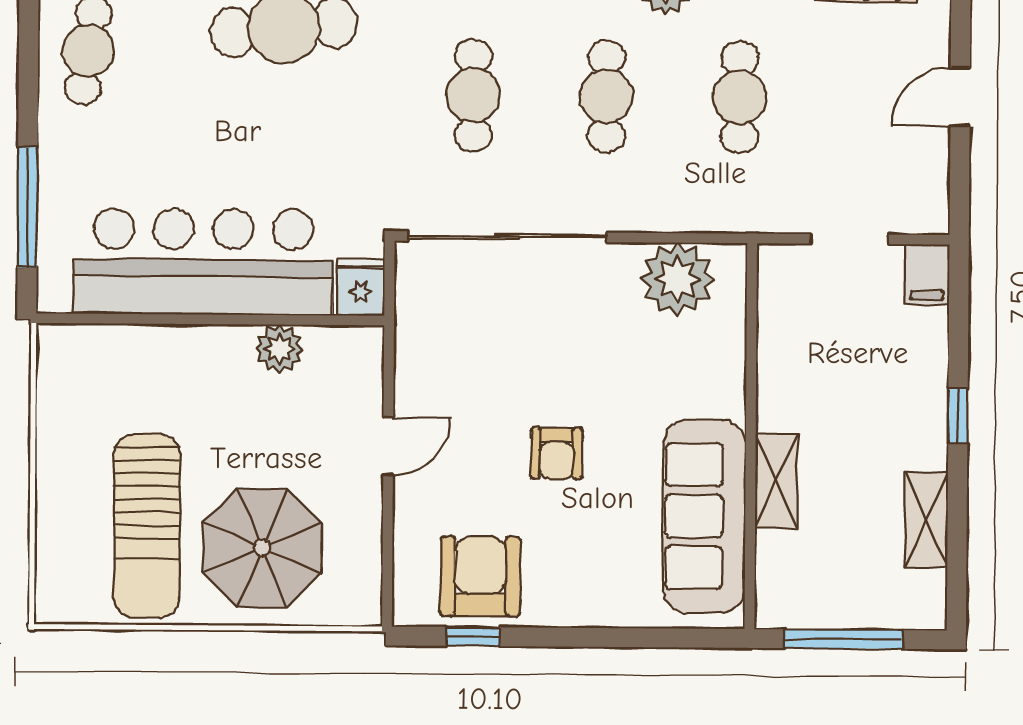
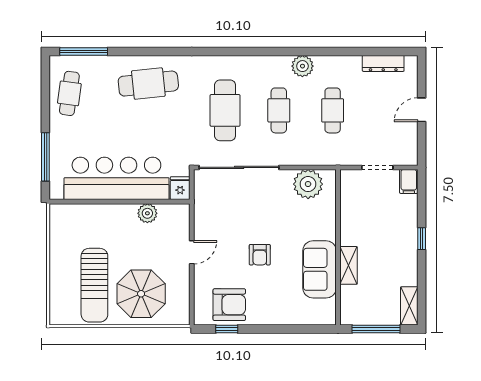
cafe table: (473, 95) -> (225, 110), width x1.37, depth x1.35
sofa: (704, 516) -> (320, 269), width x0.73
shelving: (926, 520) -> (409, 306), moved
armchair: (480, 576) -> (229, 305), turned 90

